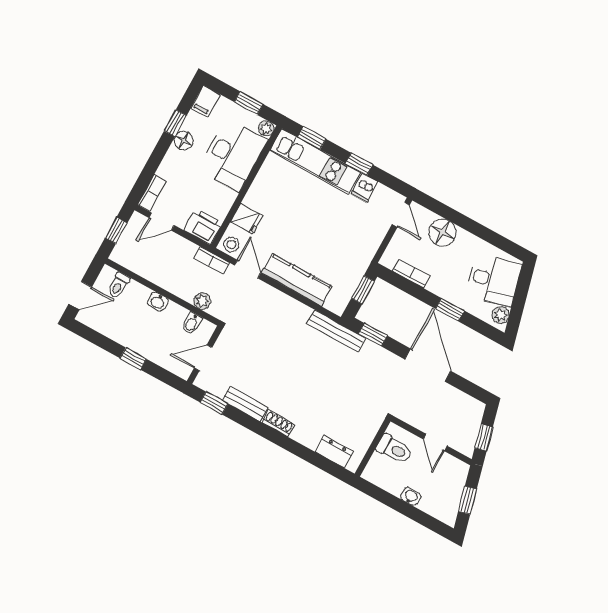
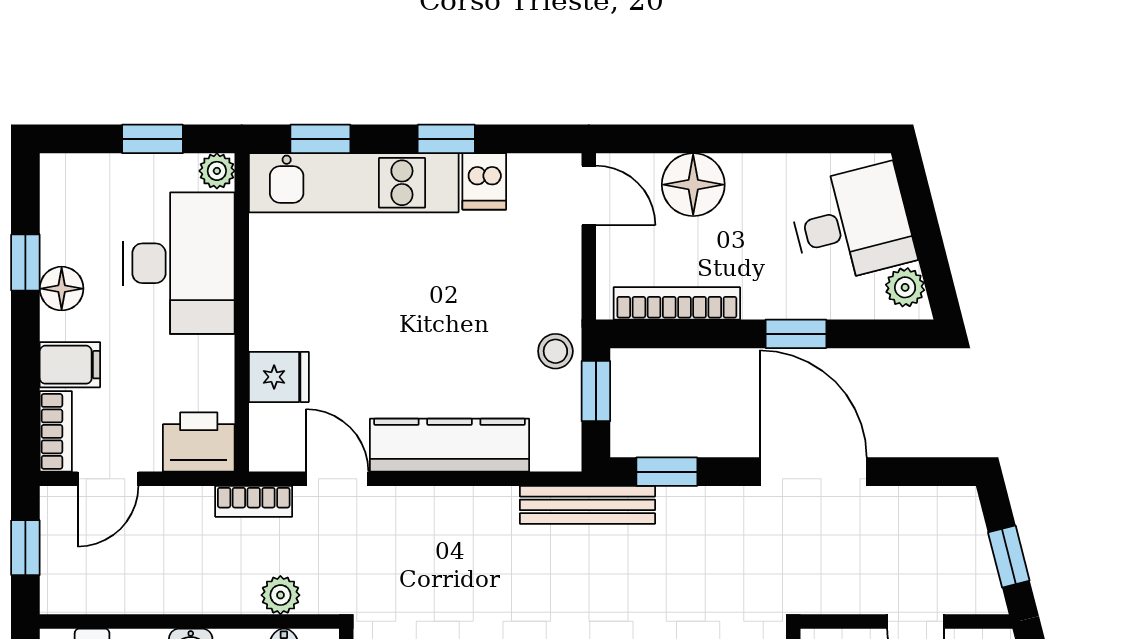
filing cabinet: (206, 101) -> (70, 365), moved, turned -90
stool: (231, 244) -> (555, 351), moved
bookcase: (412, 274) -> (677, 303), width x1.56

